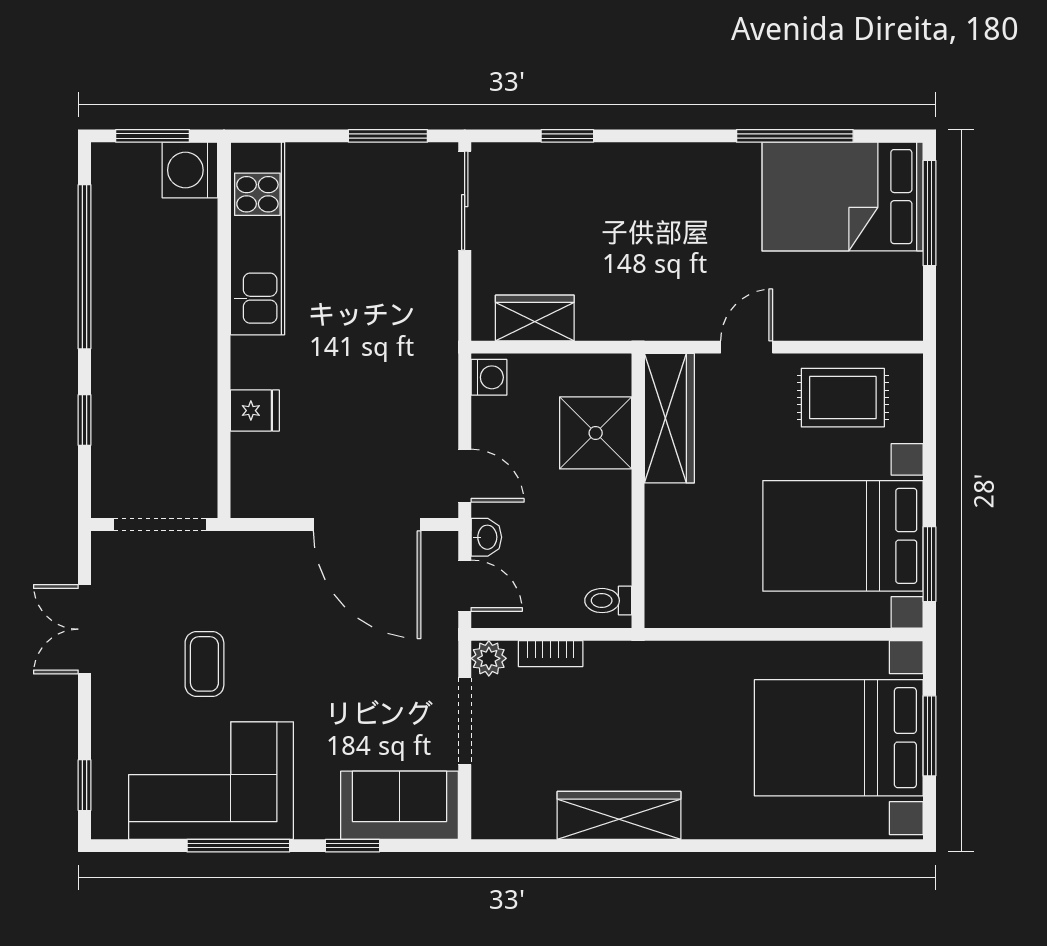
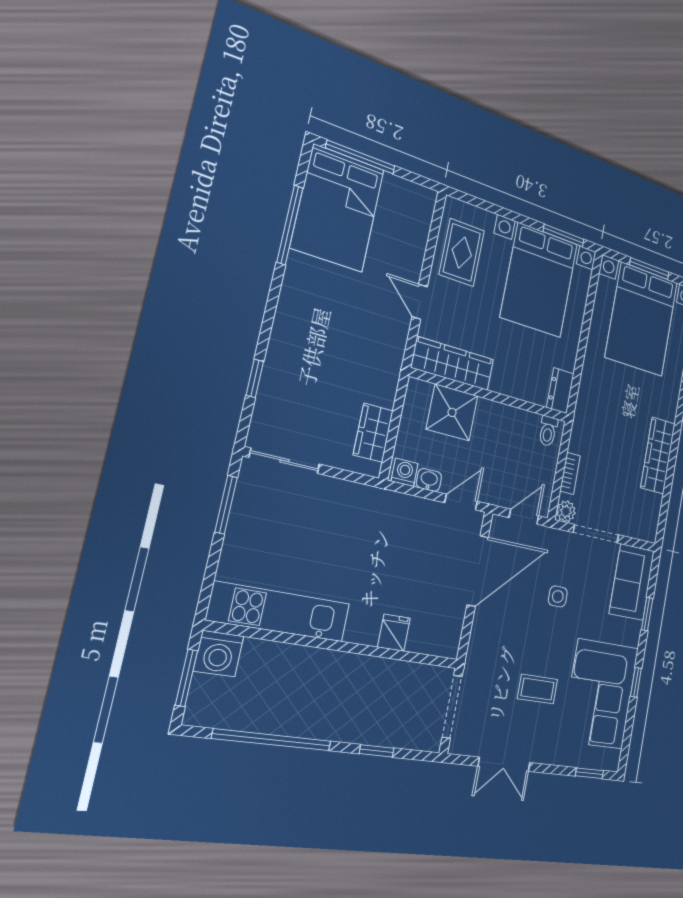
washbasin: (486, 537) -> (429, 480), moved
dresser: (678, 609) -> (560, 391), added
side table: (352, 671) -> (558, 596), added
window: (238, 846) -> (636, 682), width x0.46

